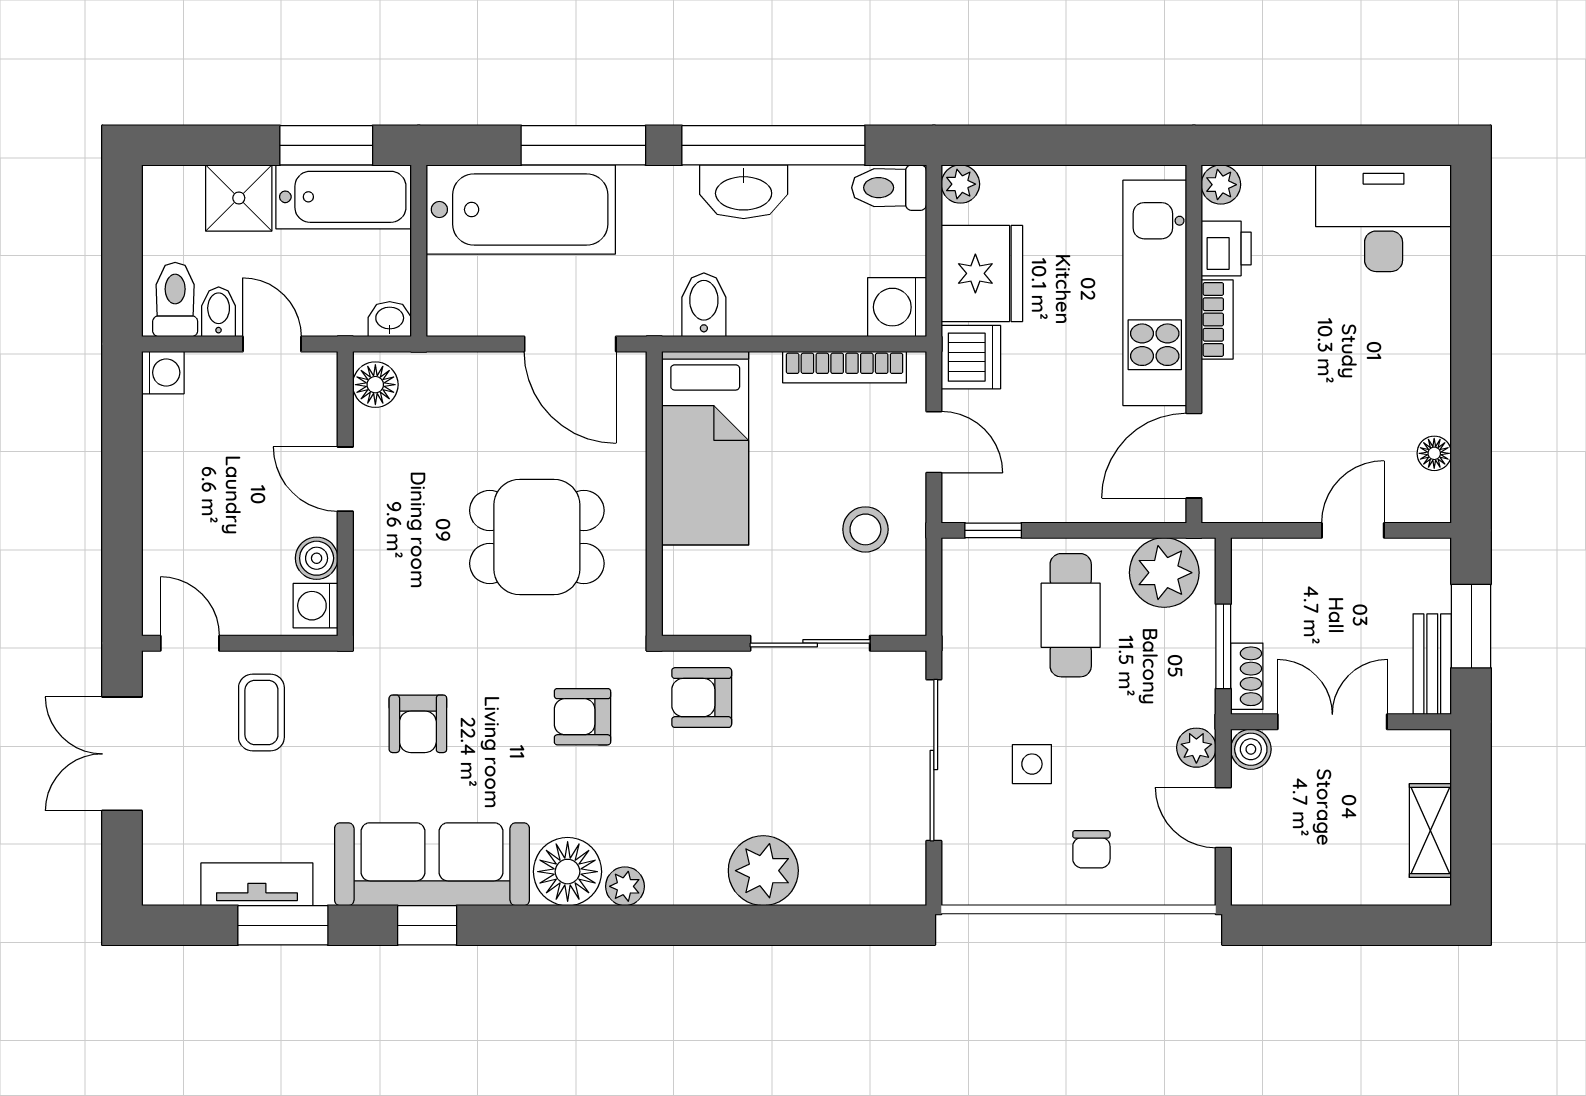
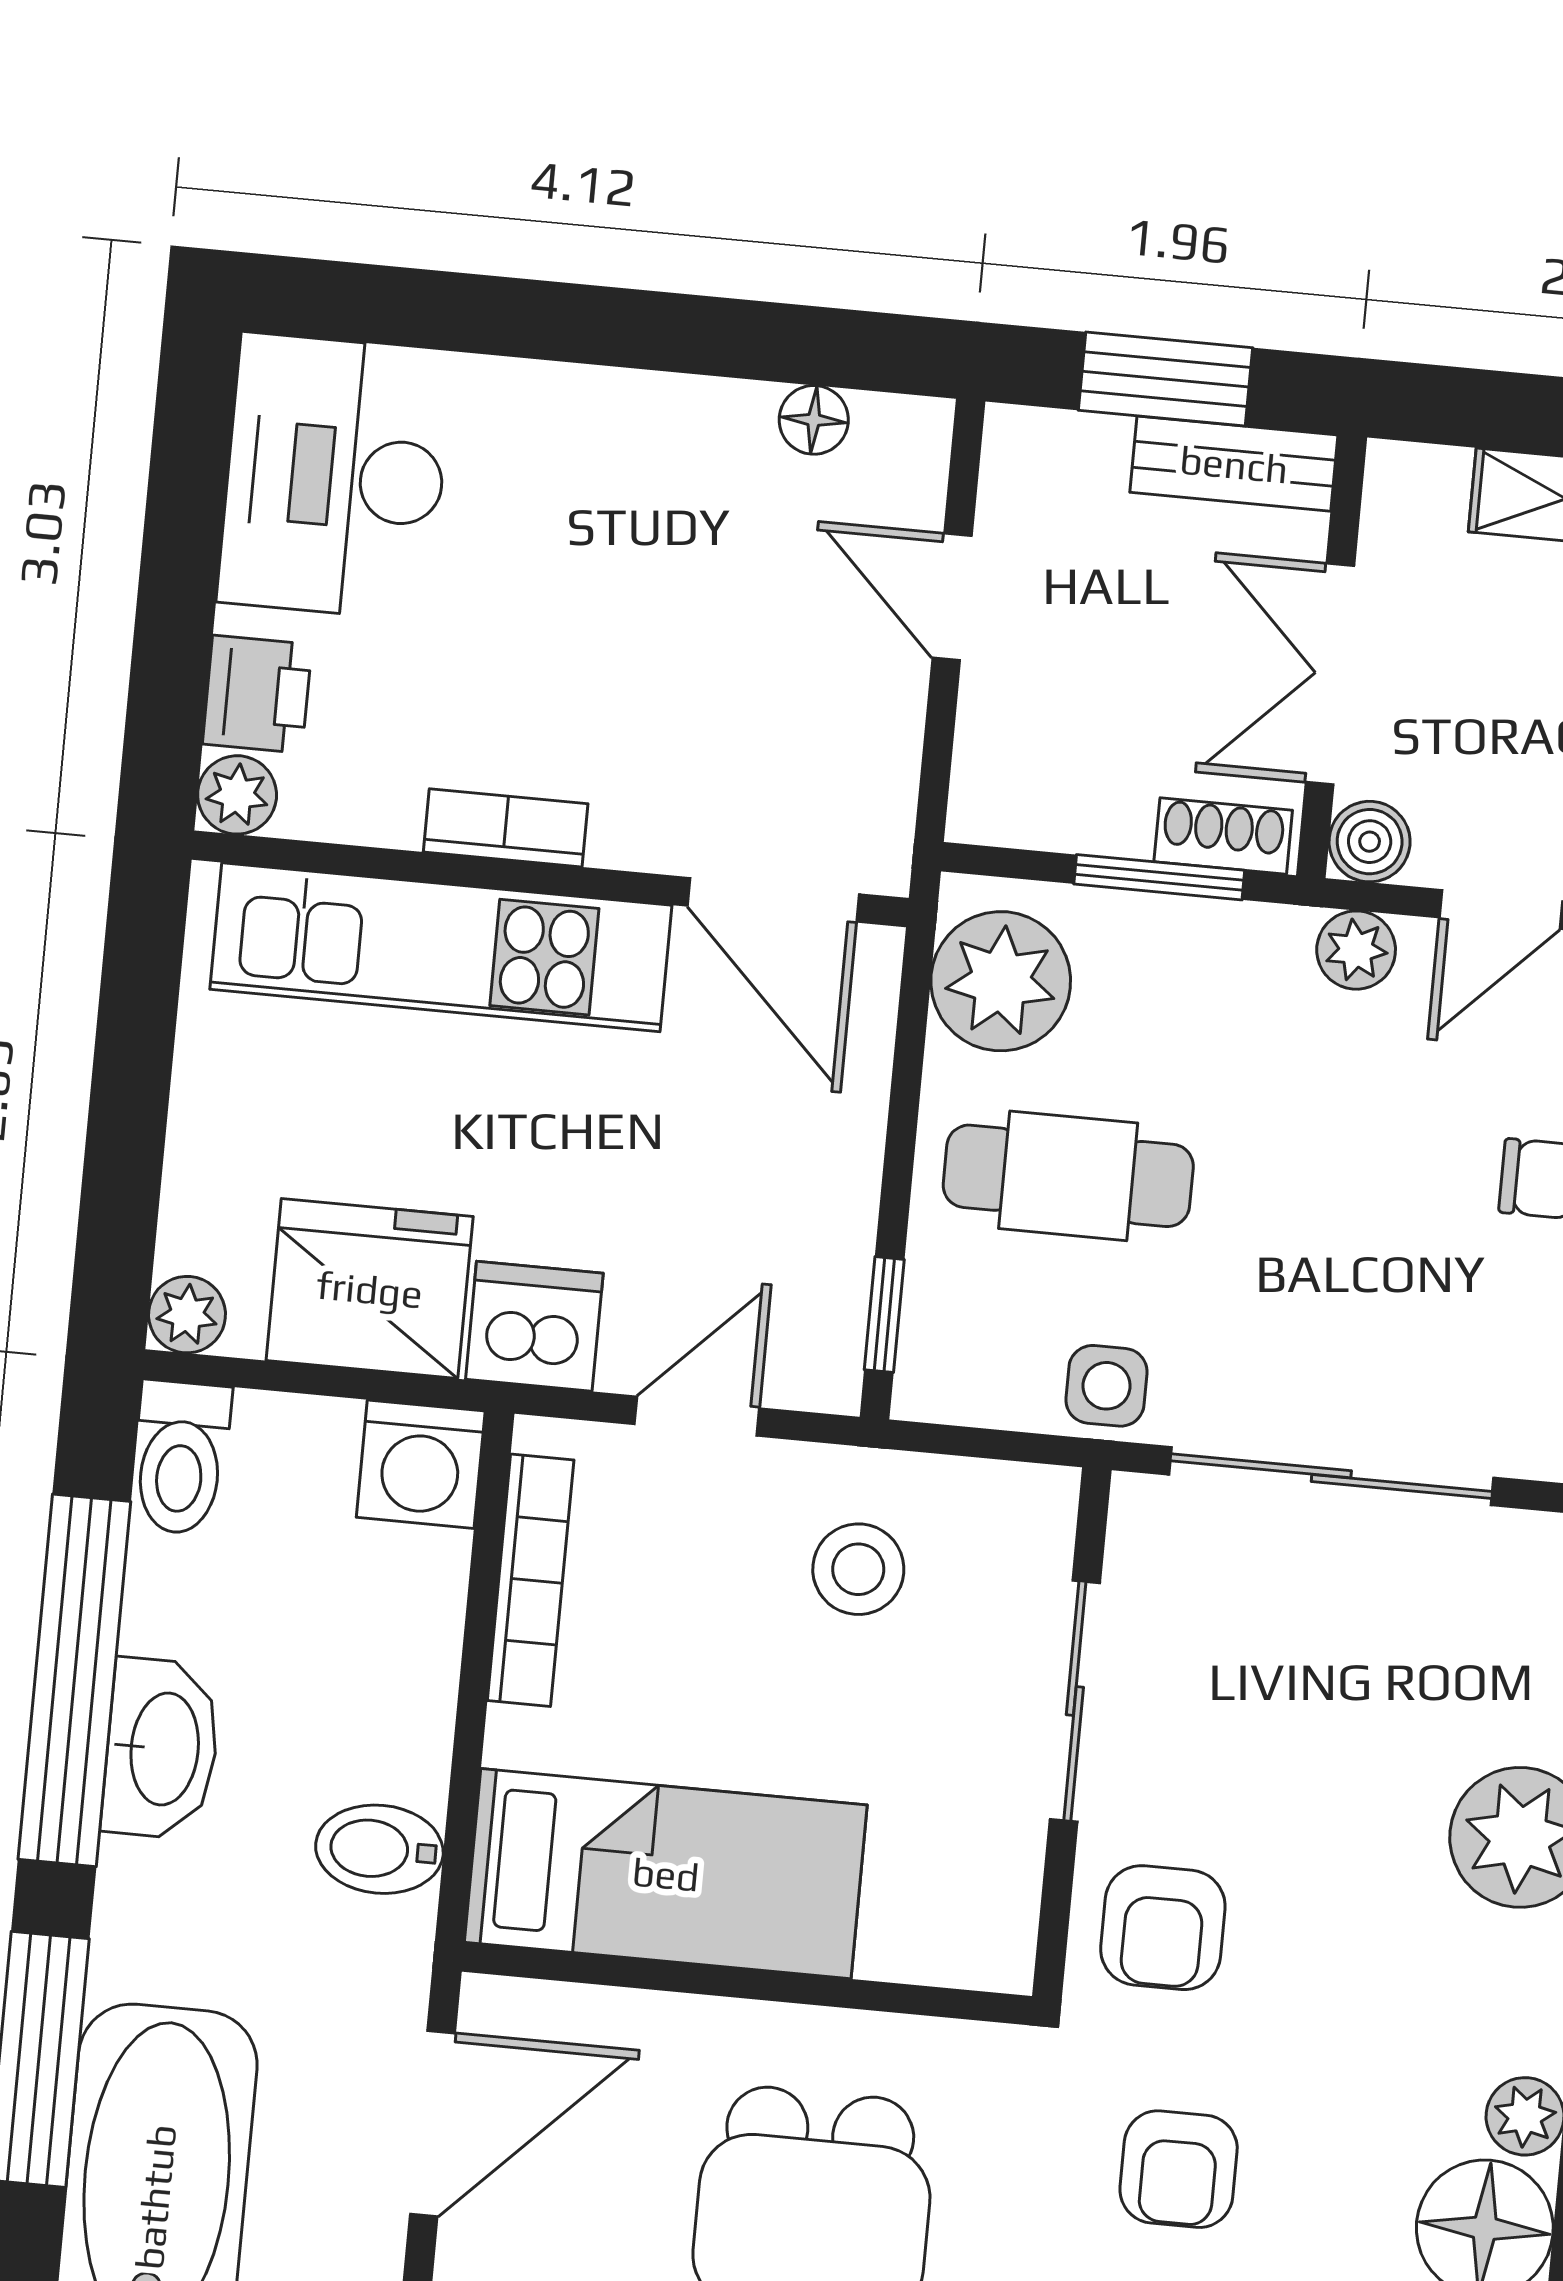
printer: (1226, 248) -> (257, 694), moved, turned 90
side table: (1032, 764) -> (1107, 1386), moved

